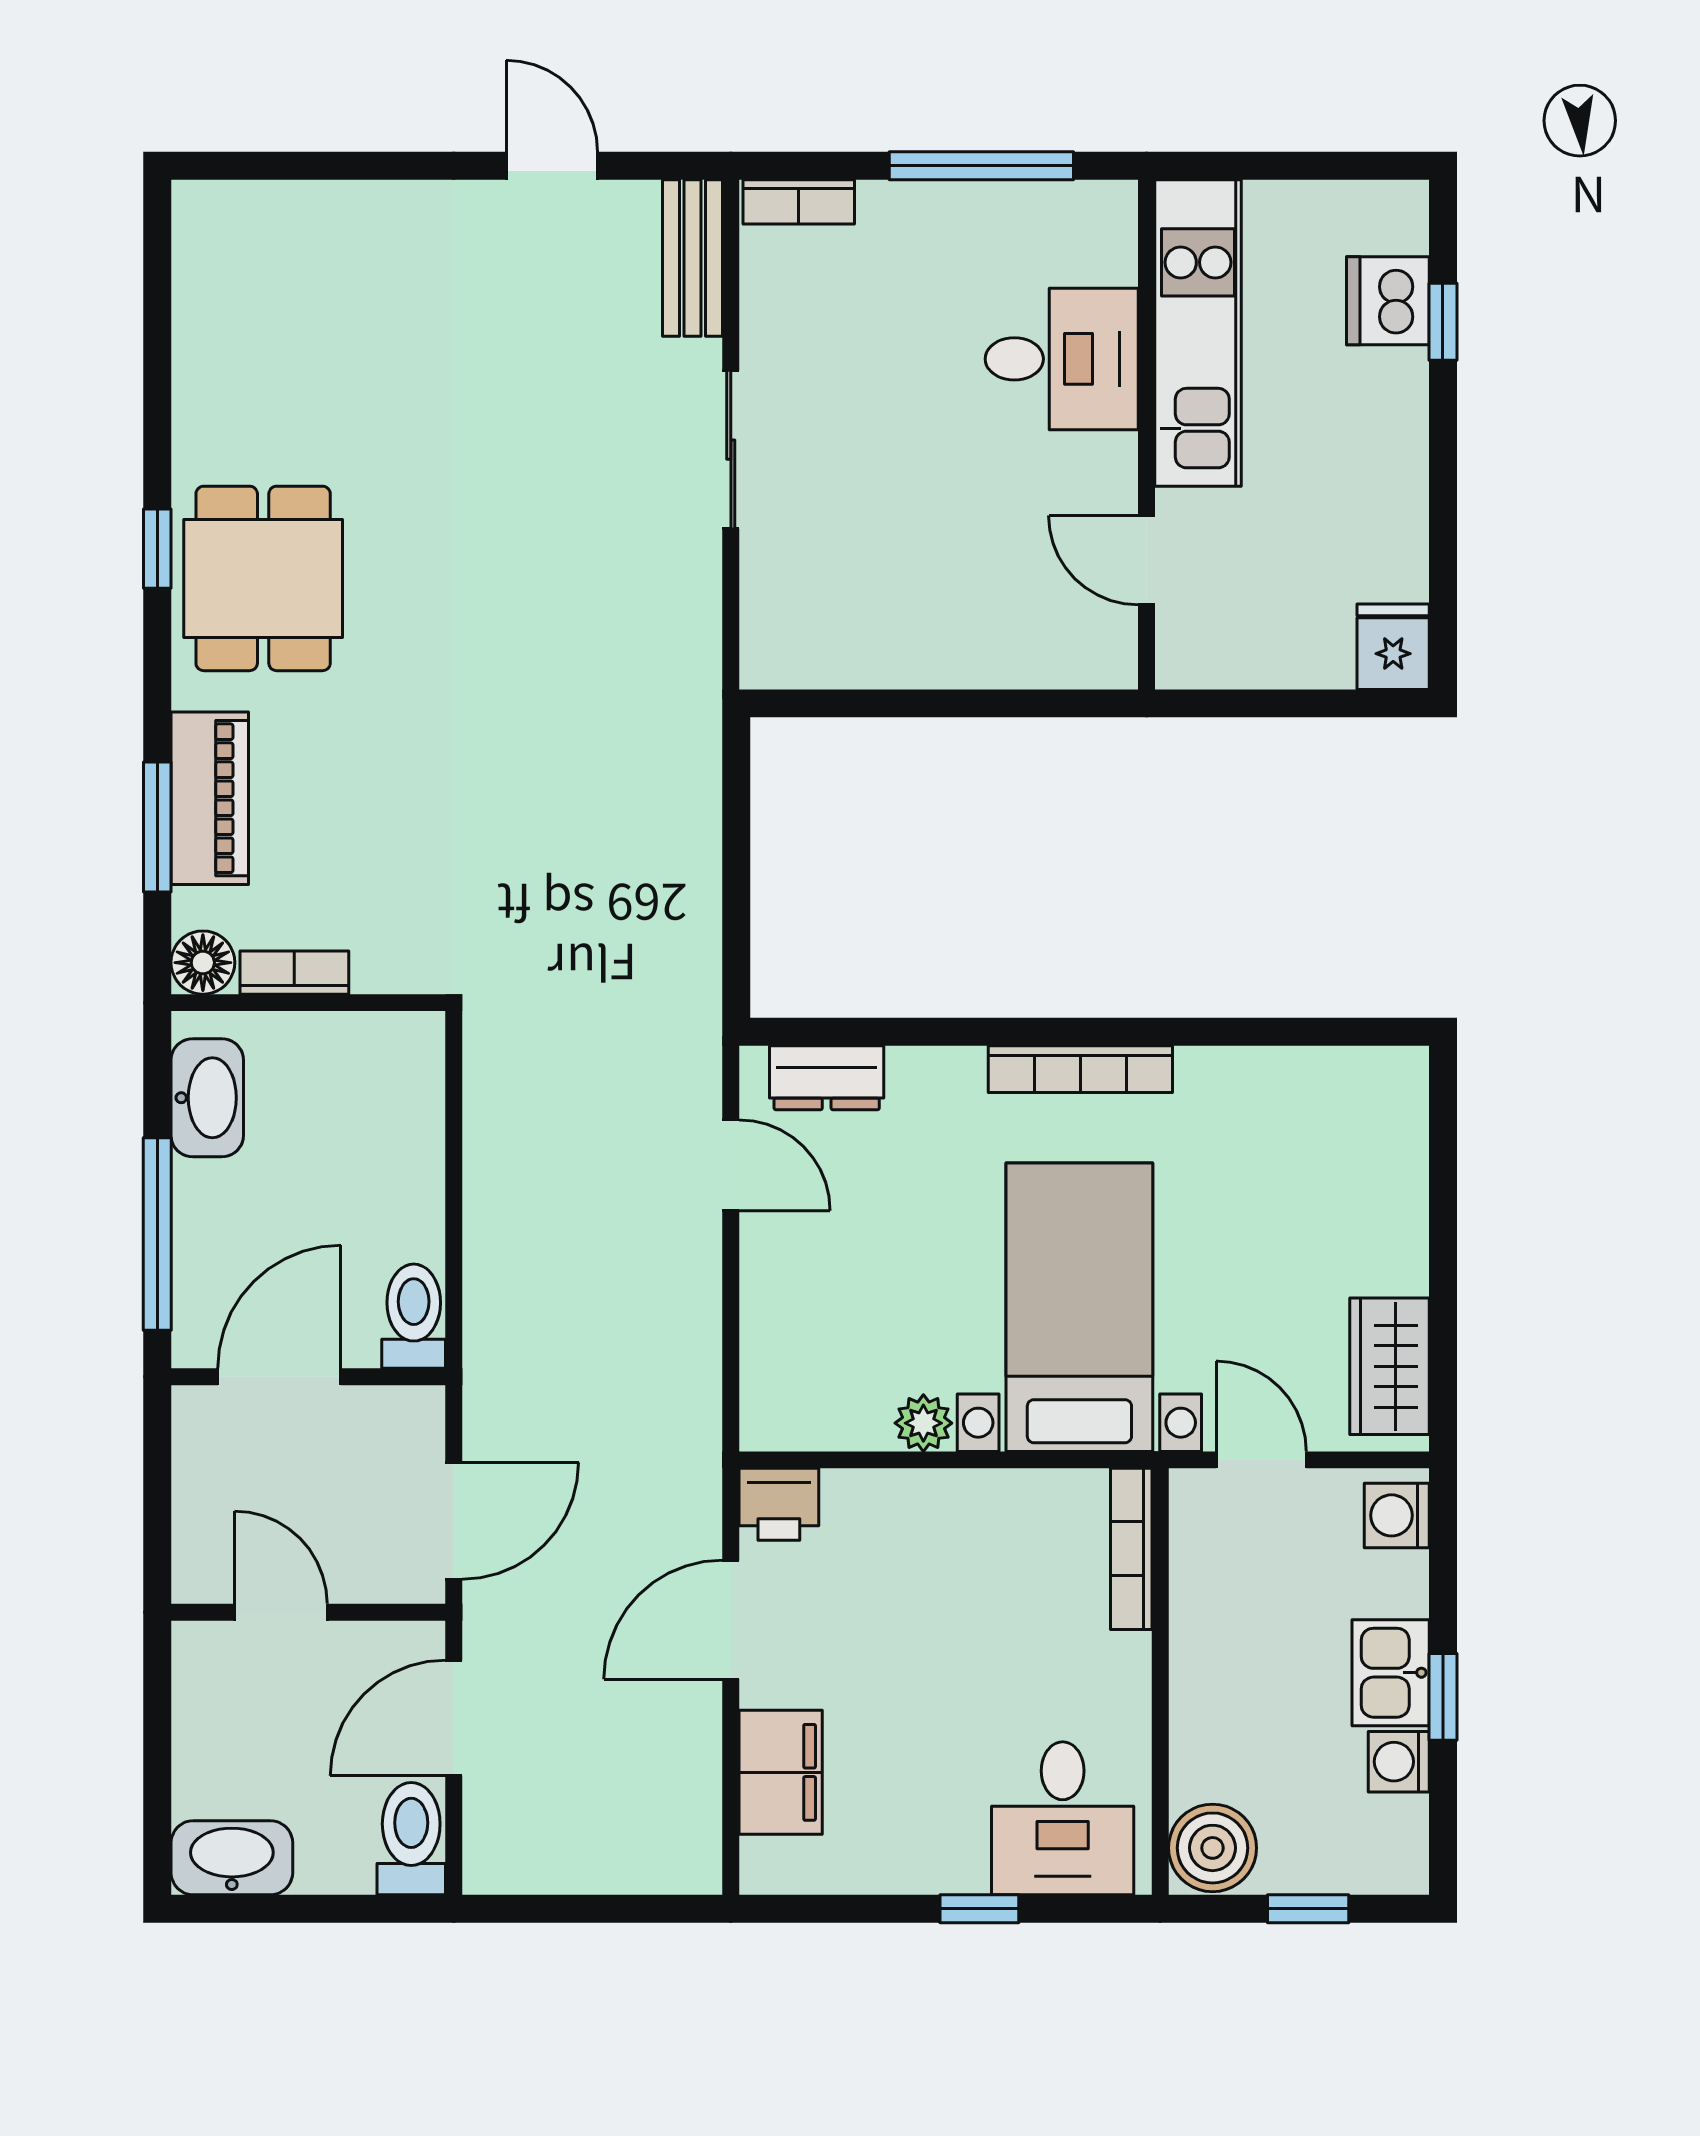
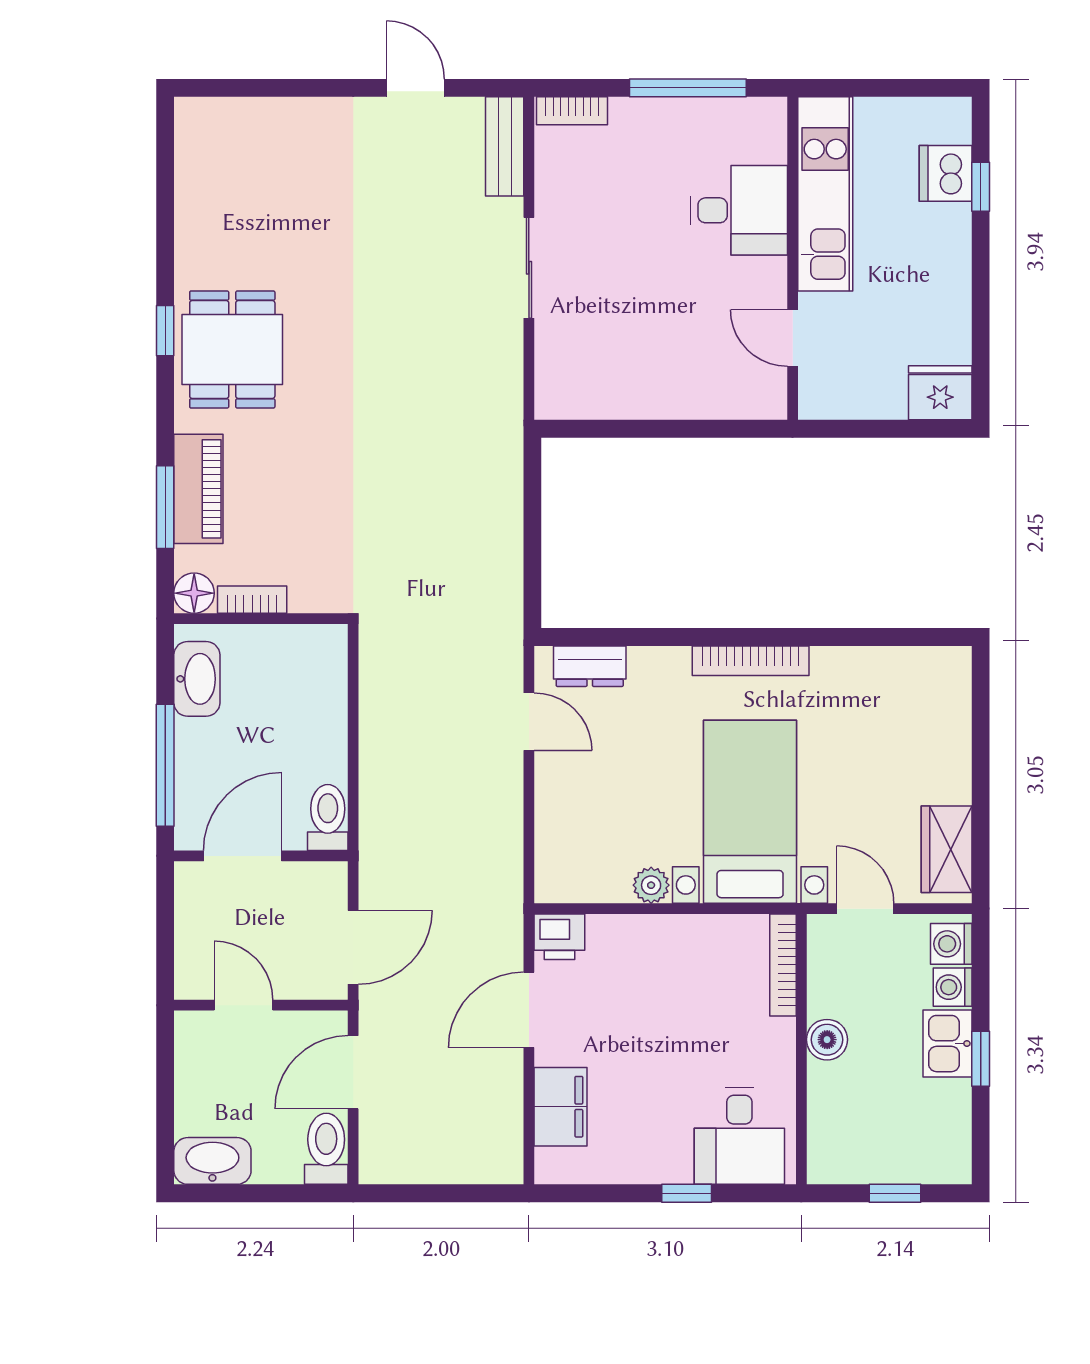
fridge: (1393, 647) -> (940, 393), width x1.38
washing machine: (1399, 1762) -> (953, 987), moved
boiler: (1213, 1848) -> (827, 1040), moved, width x0.73, depth x0.73

